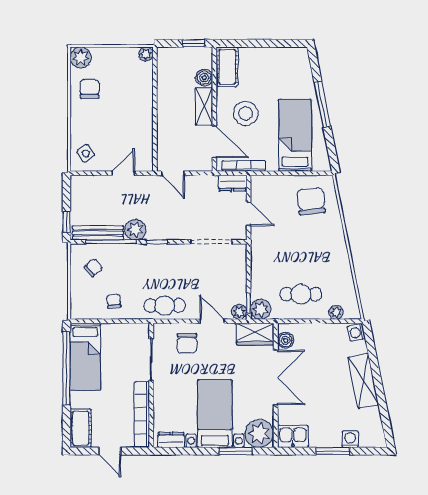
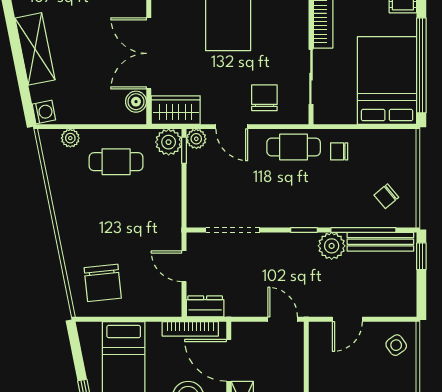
chair: (114, 301) -> (339, 151), moved, turned 95
bed: (85, 357) -> (387, 80), width x1.50

